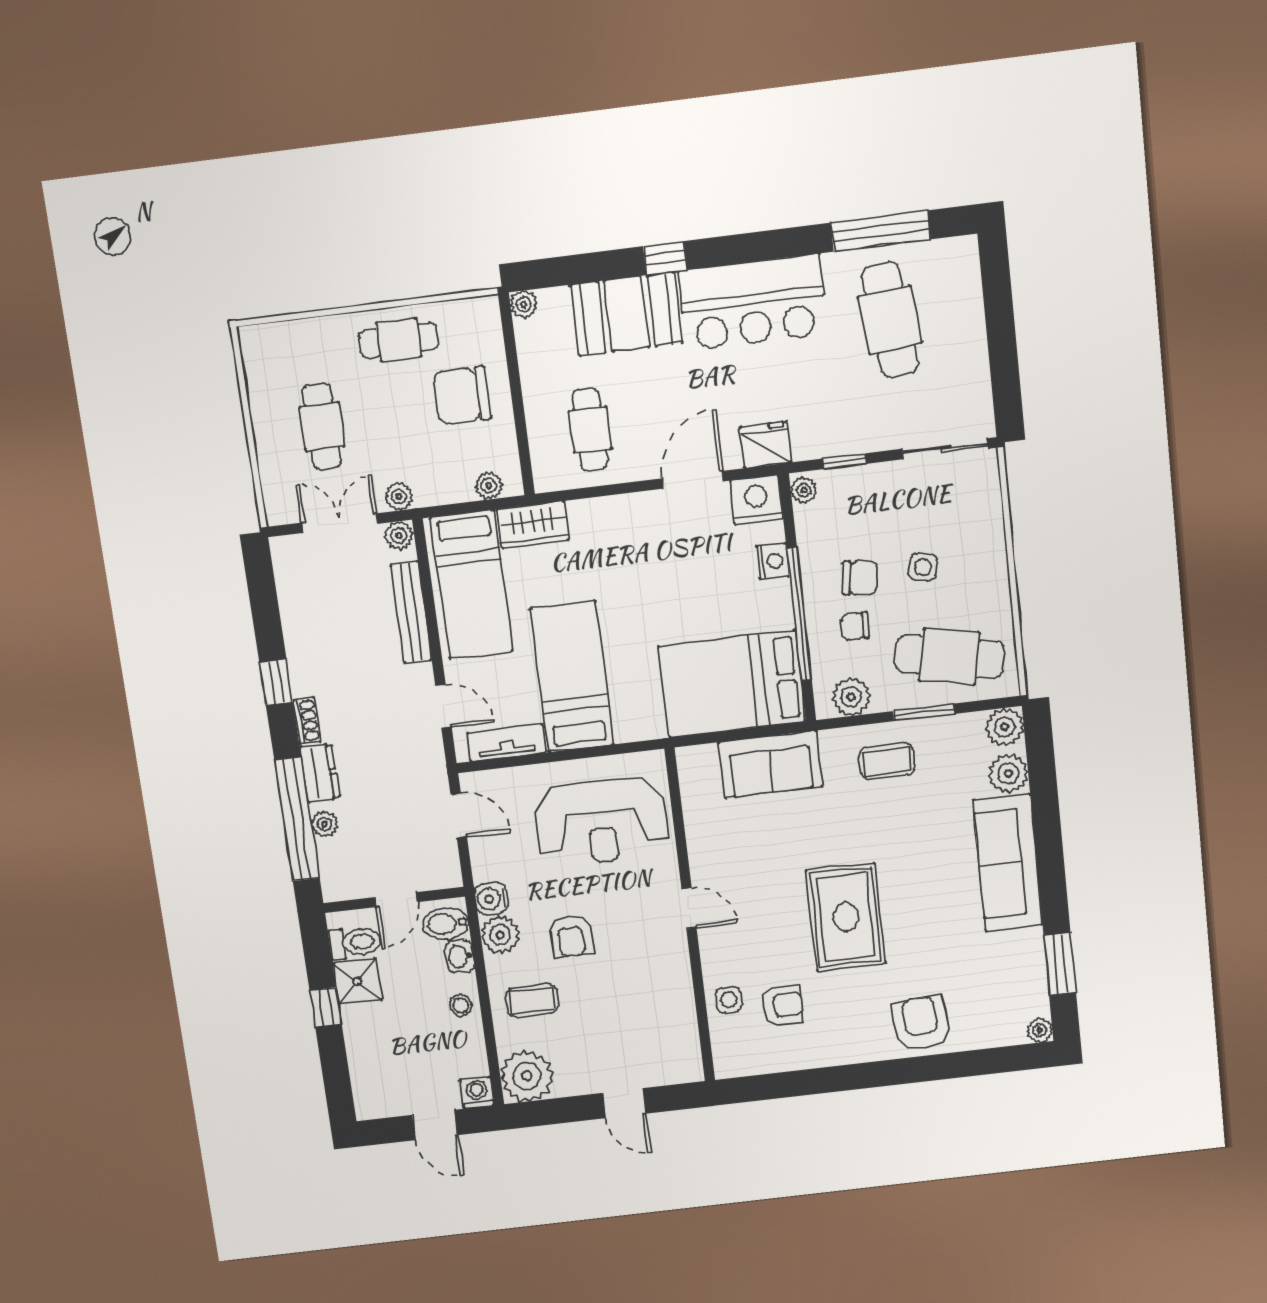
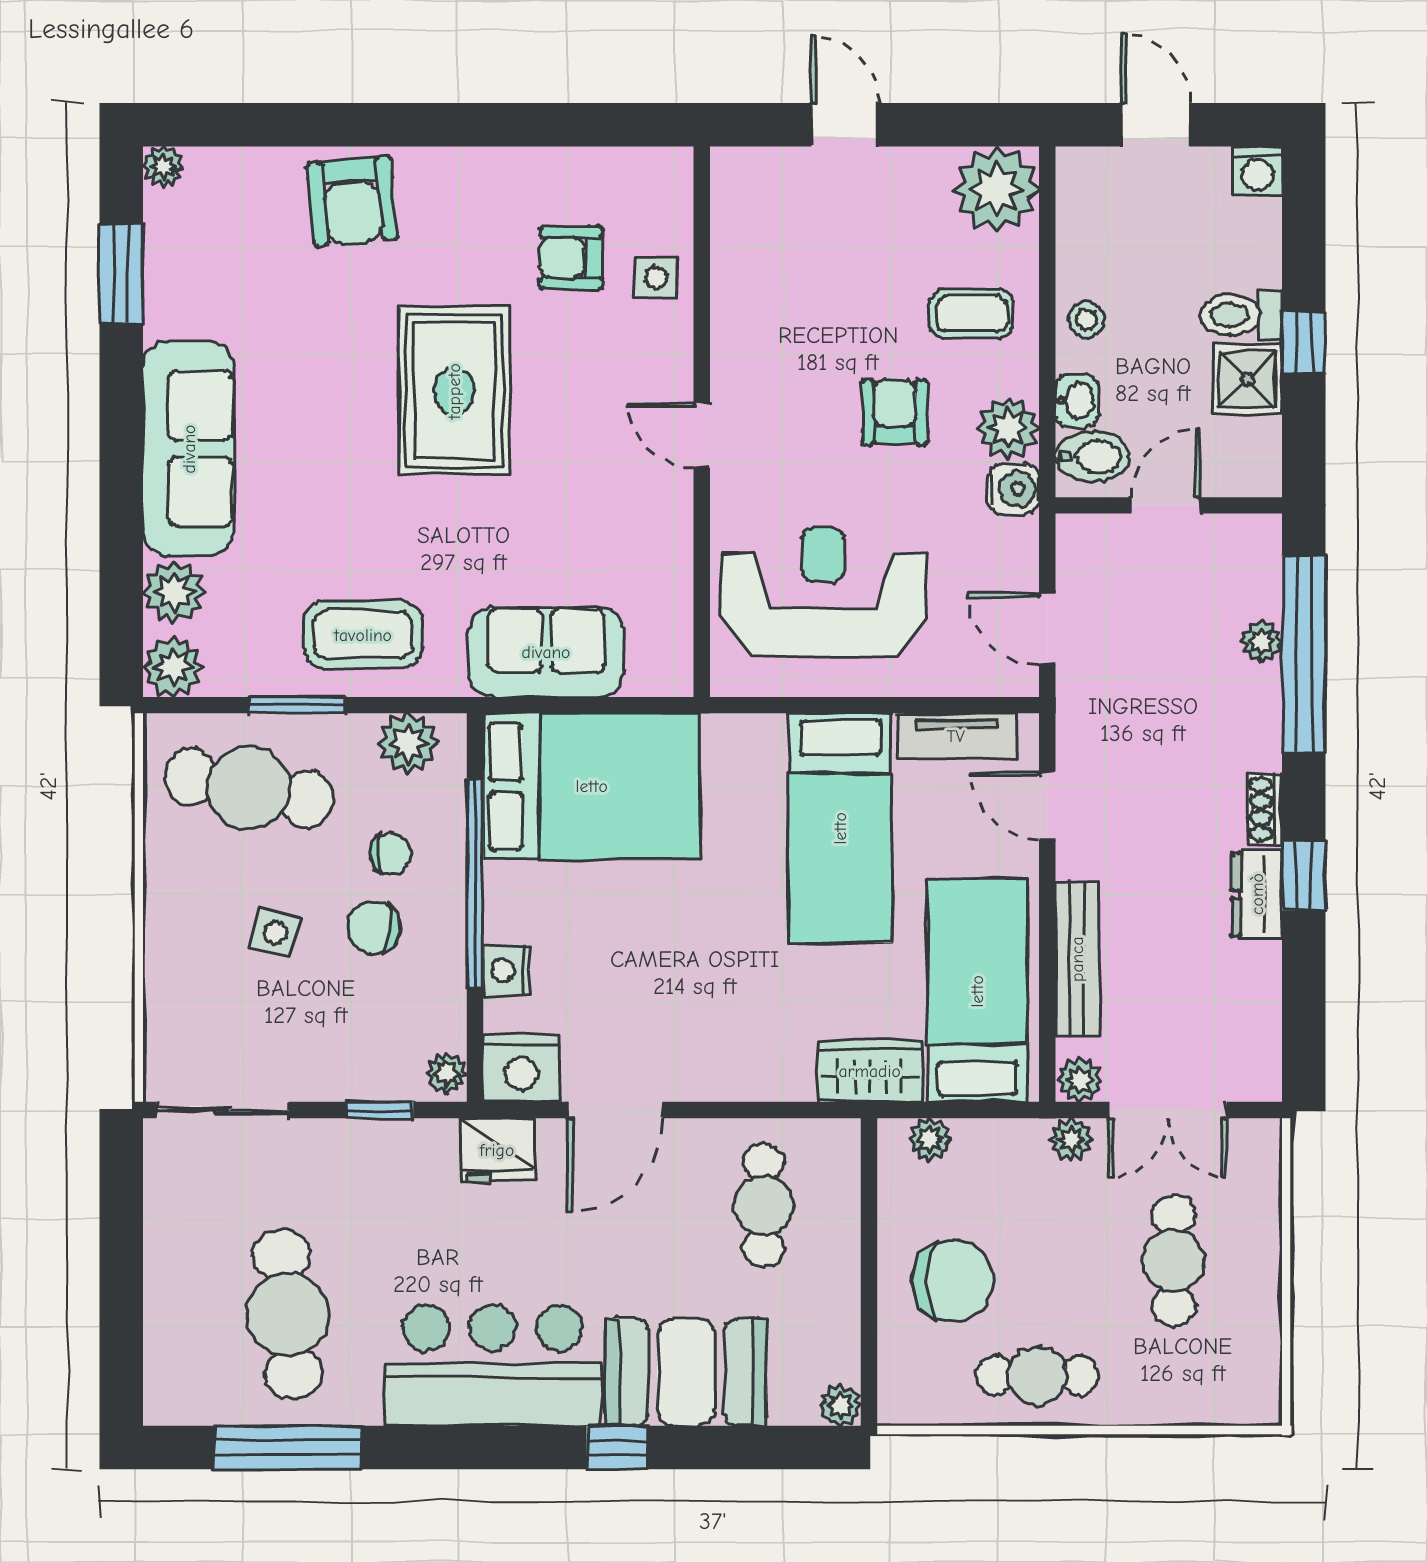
coffee table: (887, 761) -> (363, 635), width x1.36, depth x1.30
dresser: (320, 773) -> (1257, 894), moved
toilet: (355, 942) -> (1241, 315), moved
washing machine: (477, 1093) -> (1258, 171), moved

